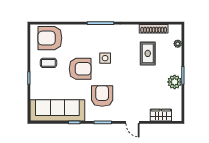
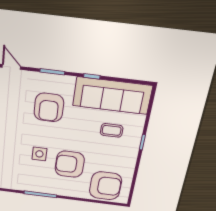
coffee table: (48, 63) -> (112, 130), moved
armchair: (80, 69) -> (70, 164), moved

